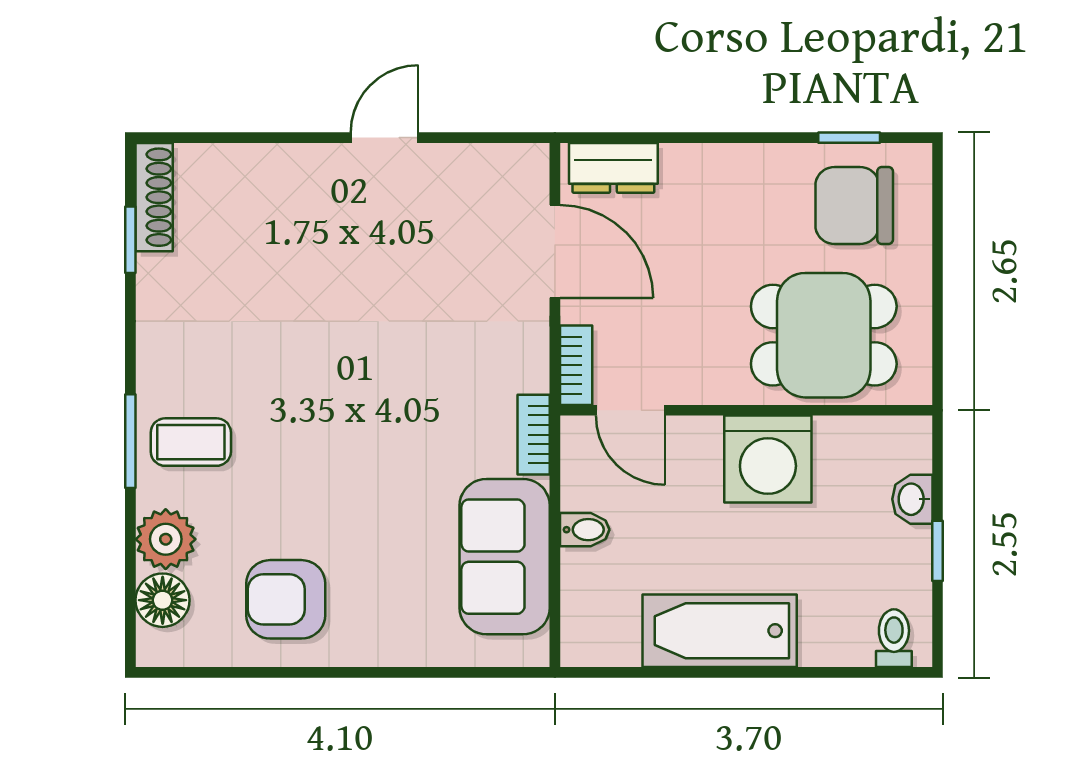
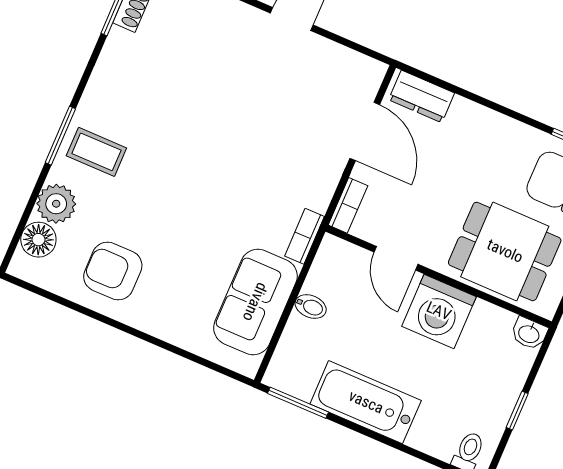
door: (630, 410) -> (396, 258), moved
washbasin: (912, 499) -> (529, 333), moved, turned -90
window: (625, 672) -> (298, 403), added

